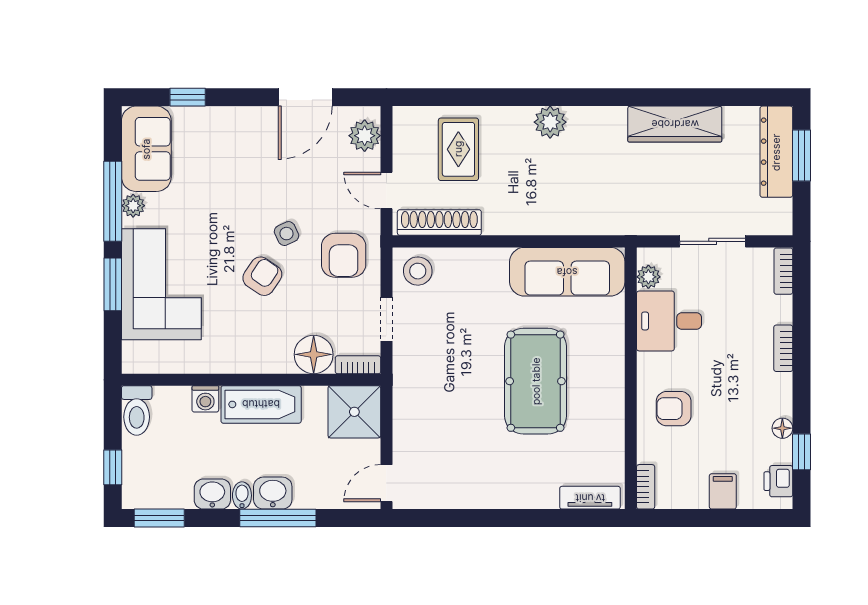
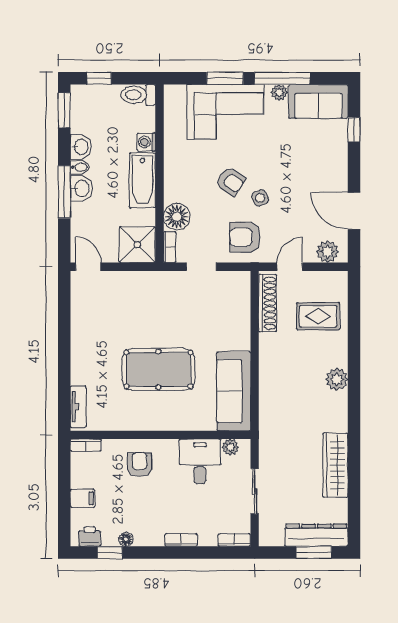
stool: (418, 271) -> (234, 288), removed

